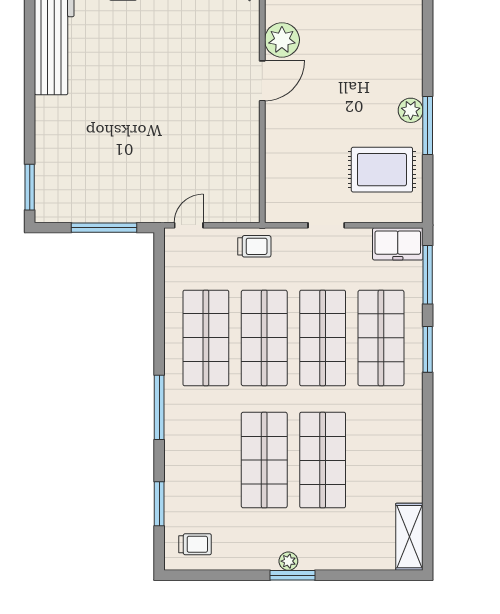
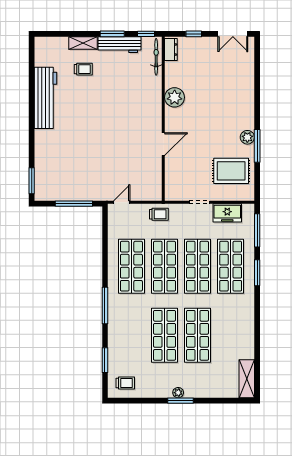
door: (262, 81) -> (163, 144), moved
freezer: (398, 244) -> (227, 213), moved

